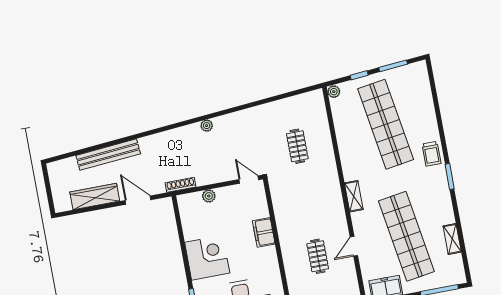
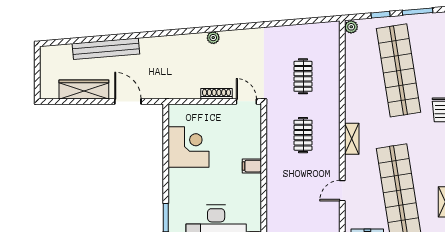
shoe rack: (181, 185) -> (217, 94), moved
plant: (209, 196) -> (202, 111), removed
filing cabinet: (264, 232) -> (252, 166), width x0.50
clothes rail: (318, 256) -> (303, 135), moved
corner desk: (207, 258) -> (189, 147), moved

